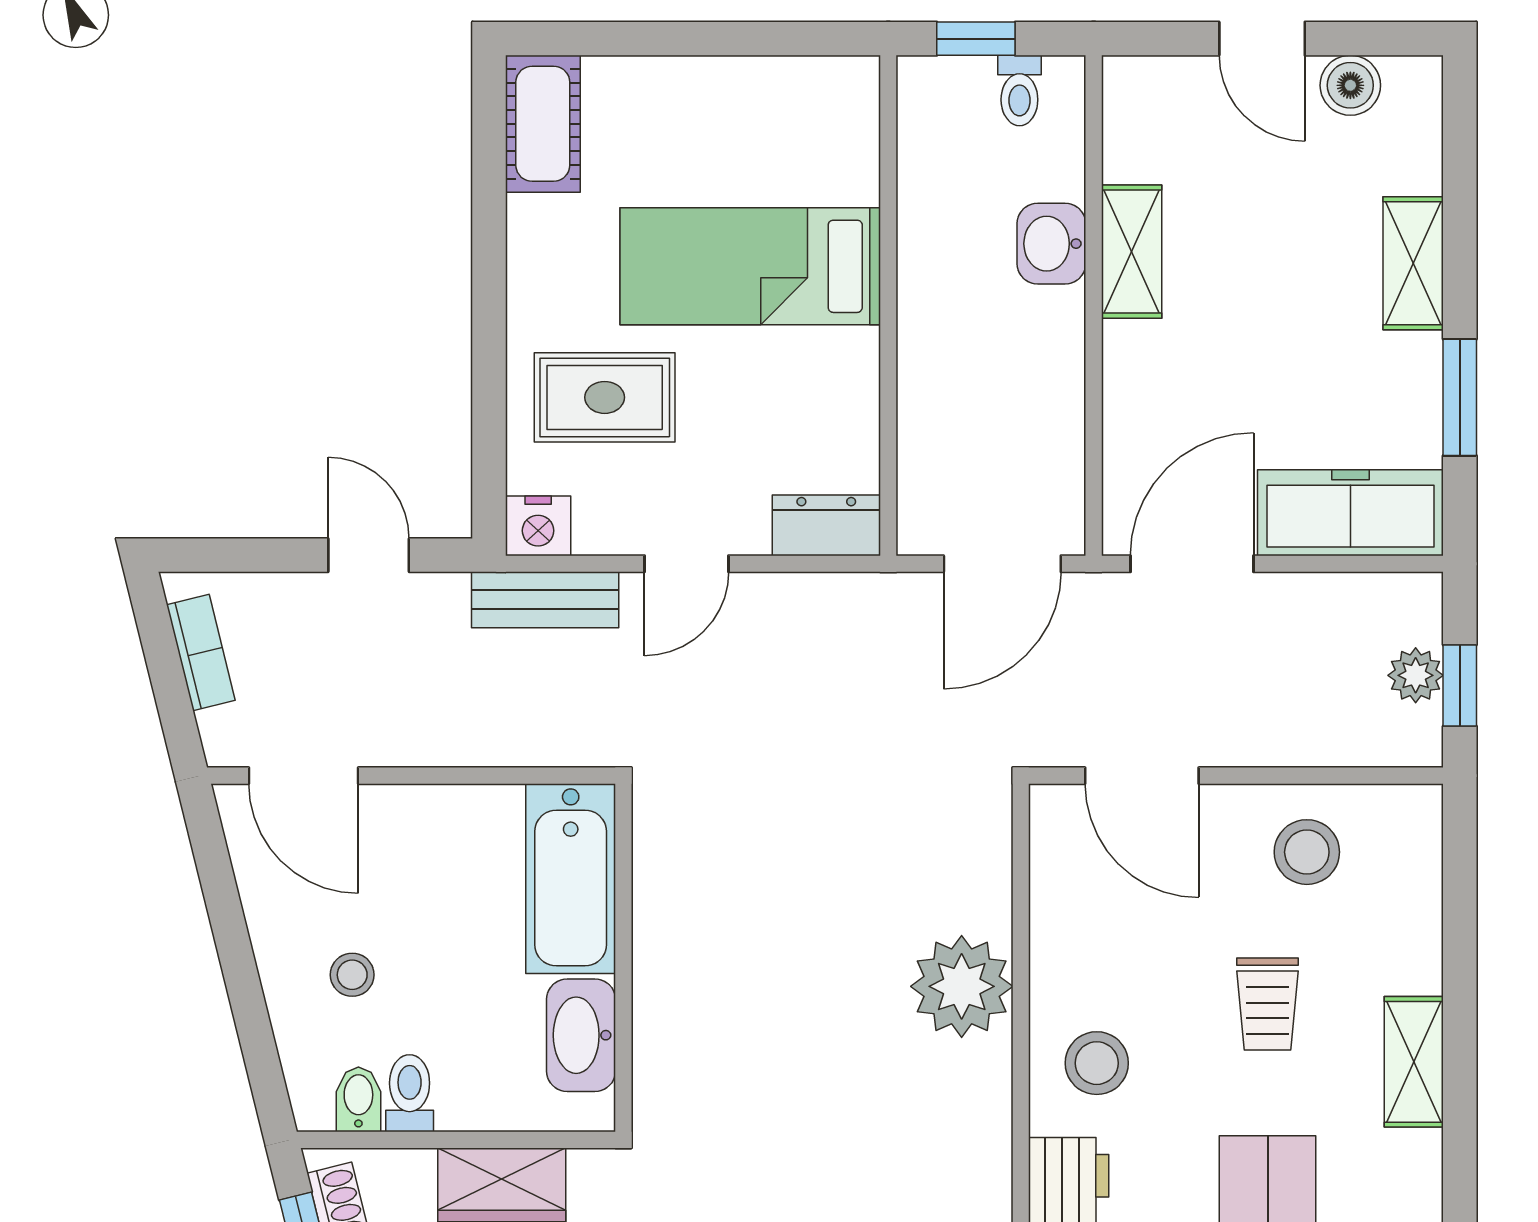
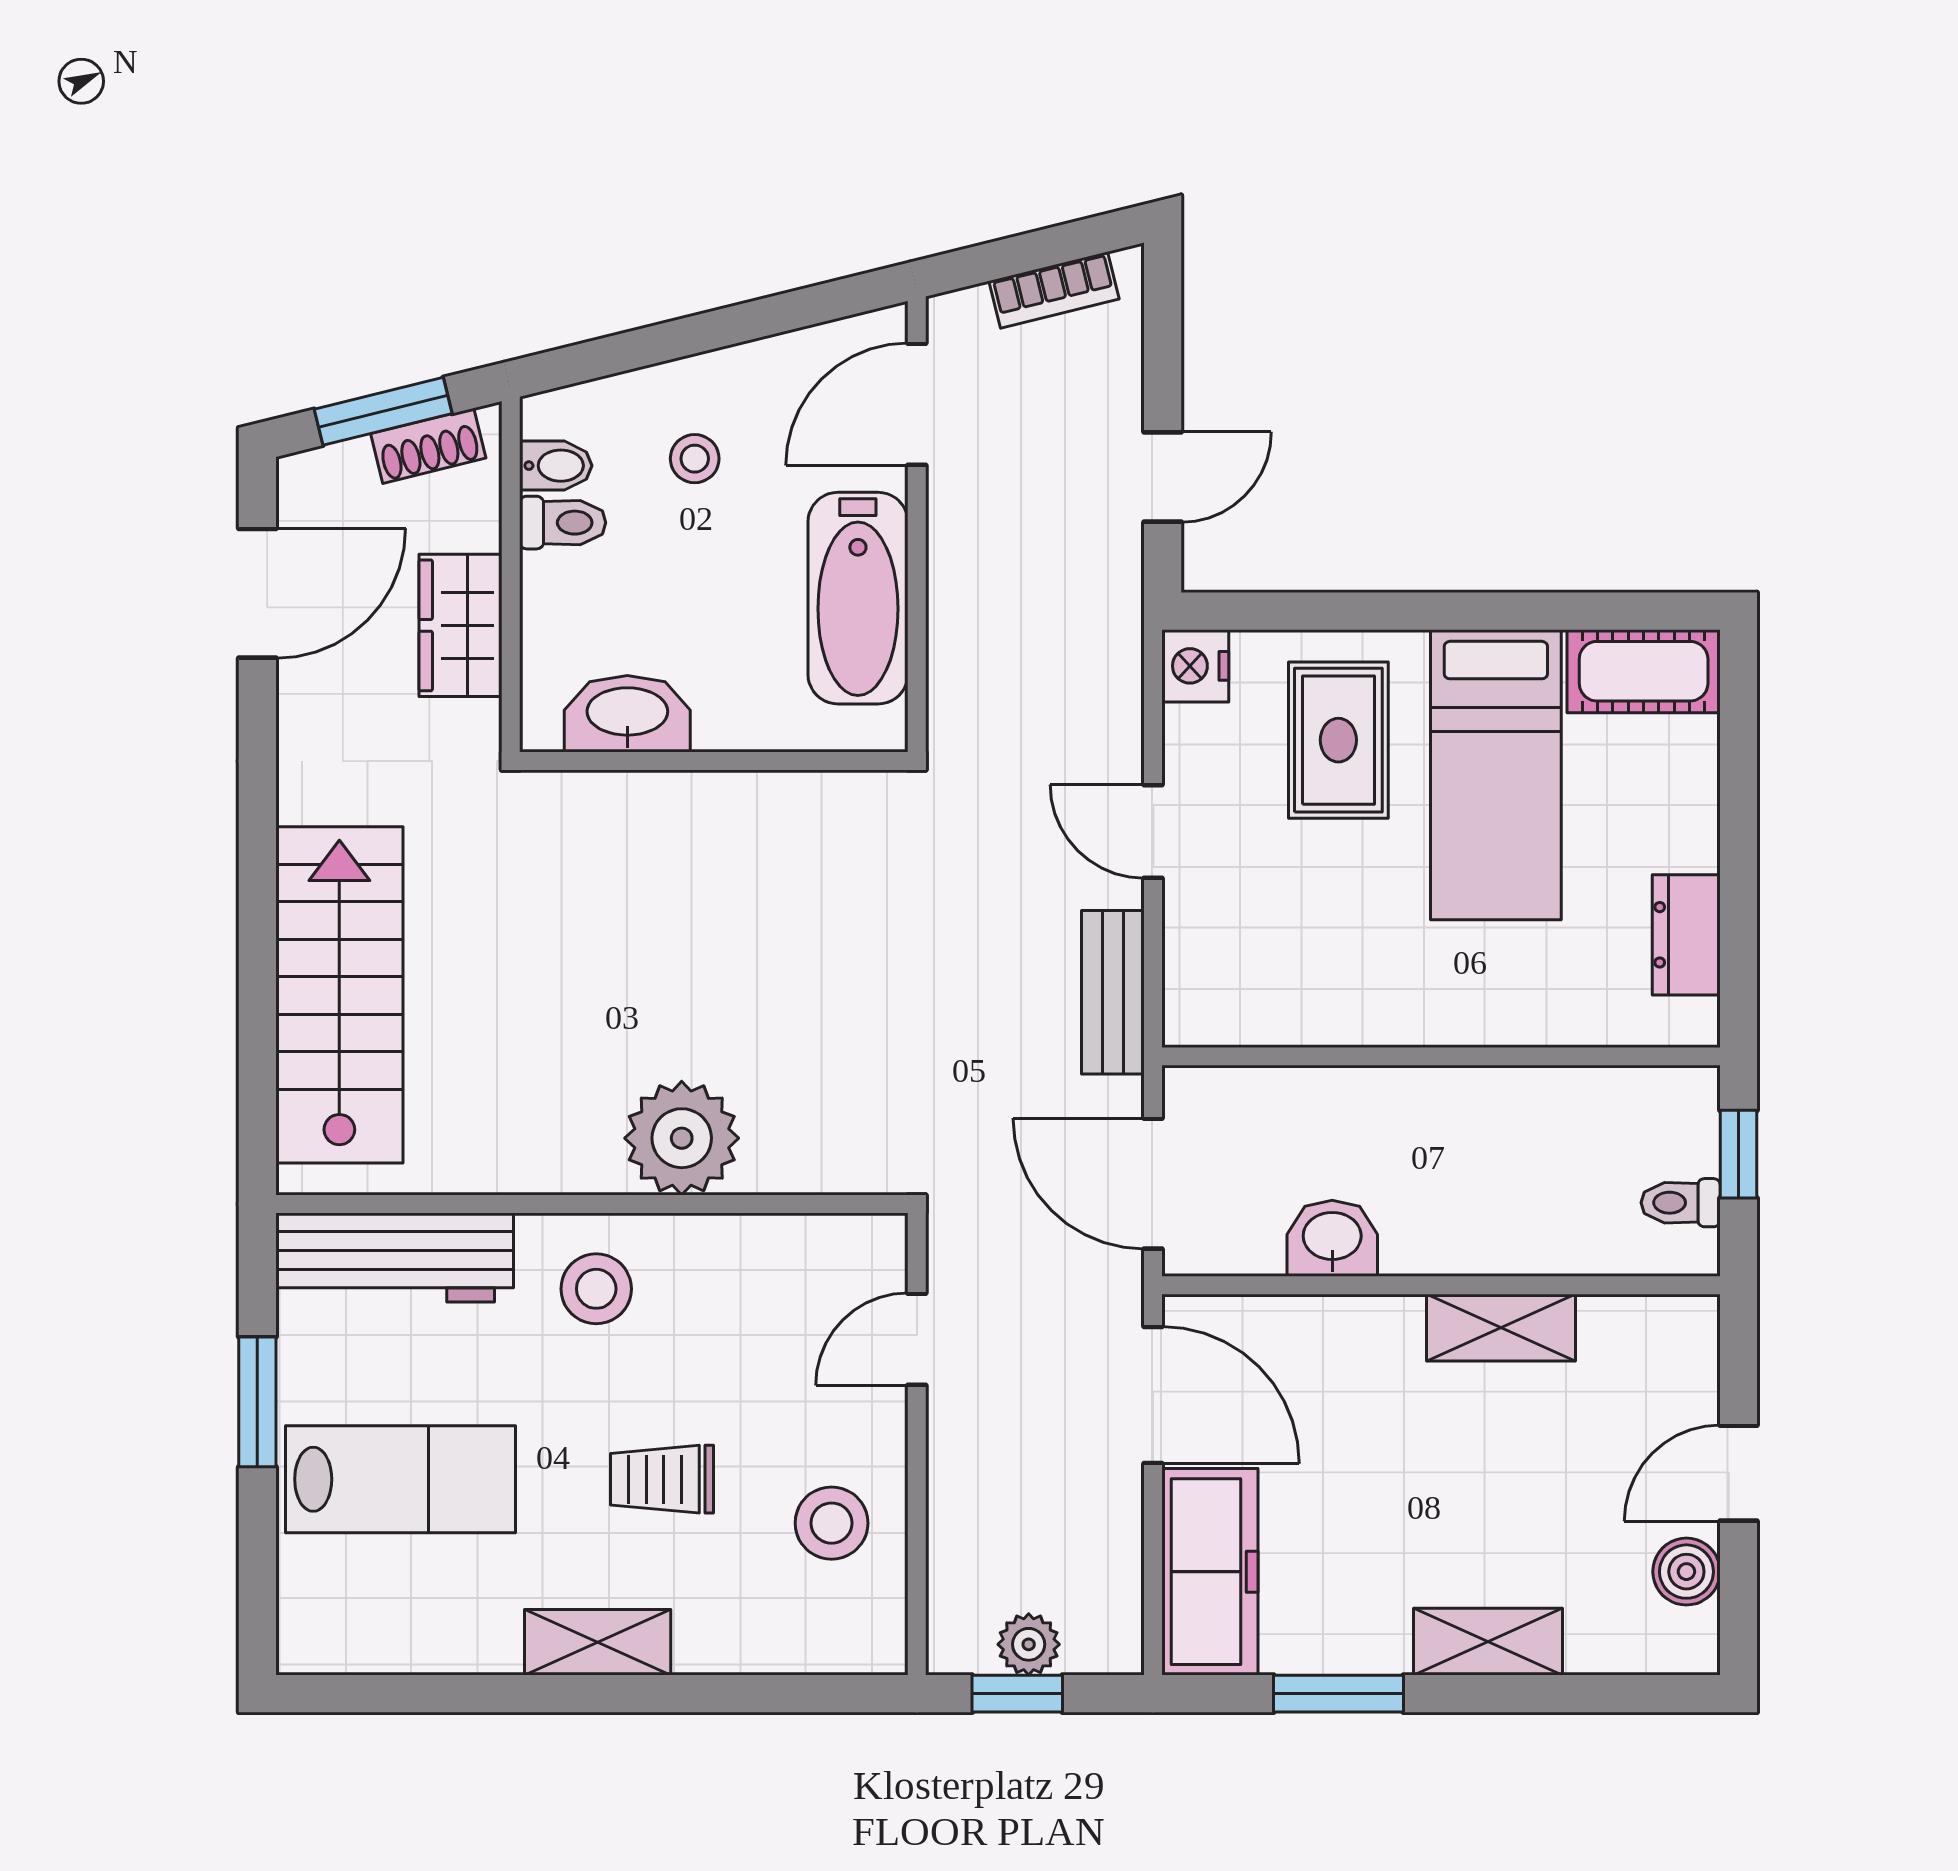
washbasin: (1051, 244) -> (1332, 1238), moved
bed: (750, 266) -> (1496, 775), moved, turned 180
dresser: (826, 525) -> (1686, 935), moved, turned 180
bench: (545, 600) -> (1113, 992), moved
door: (1142, 776) -> (917, 1339), width x0.73
bathtub: (571, 879) -> (858, 598), moved, turned -90

